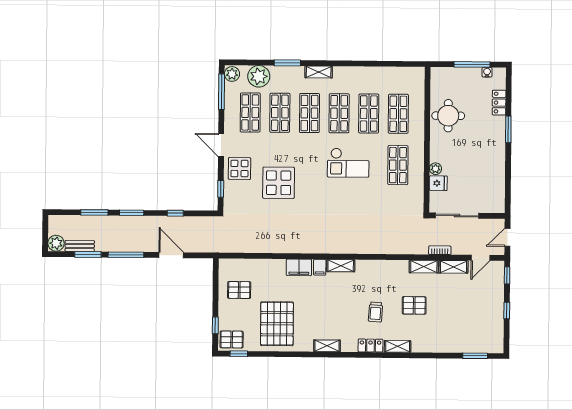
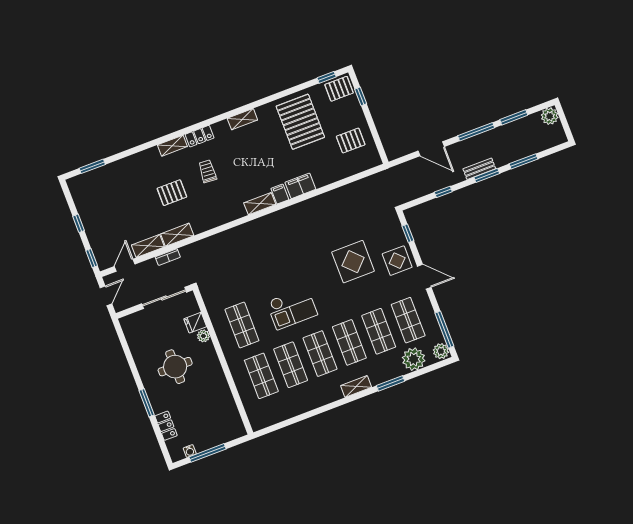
round table: (448, 116) -> (175, 367), moved
checkout: (348, 163) -> (292, 308), turned 180
bench: (80, 246) -> (479, 169), moved

